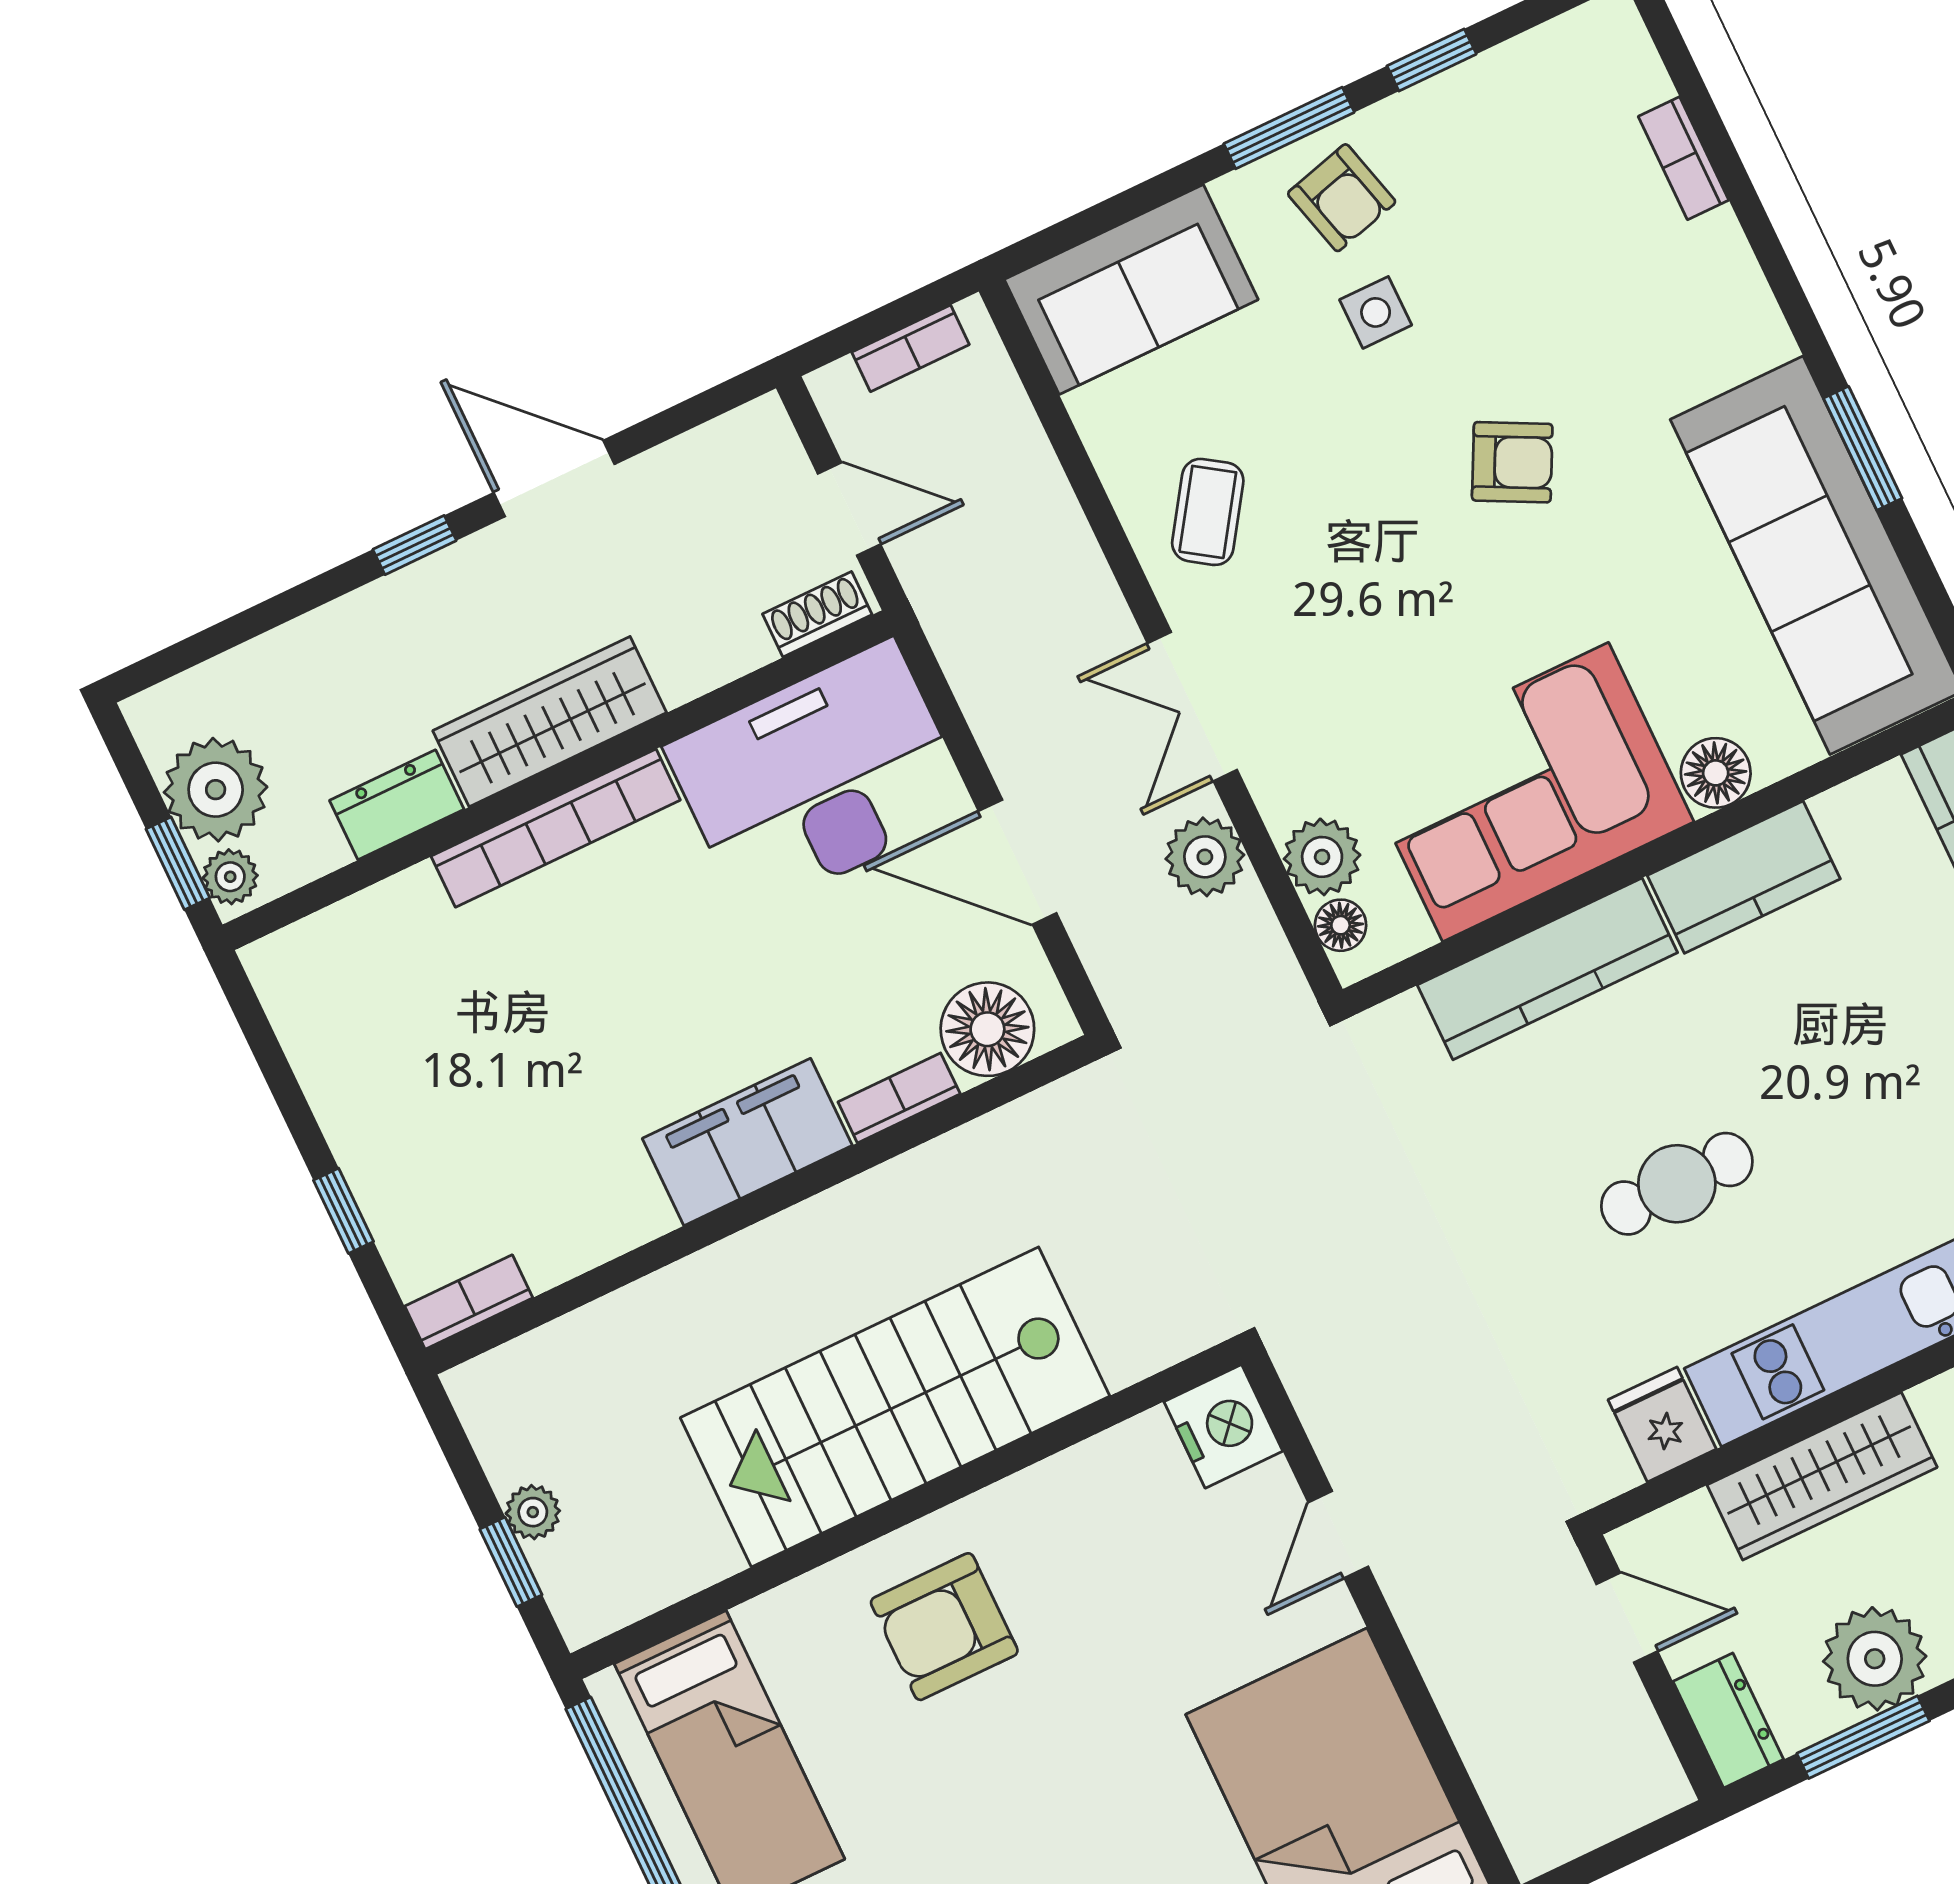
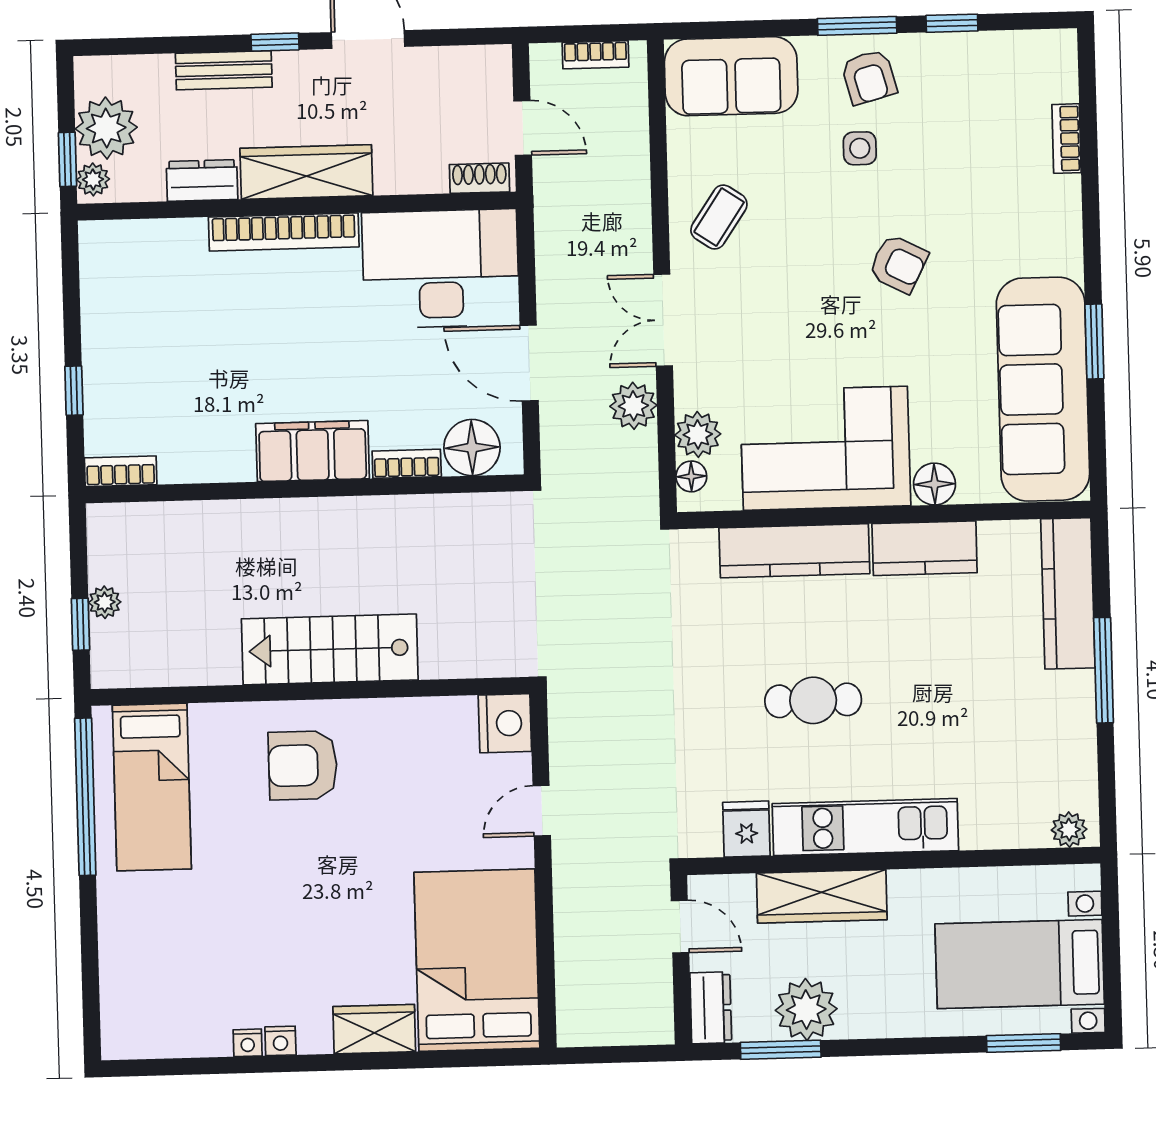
bench: (356, 623) -> (224, 70), added
stairs: (895, 1407) -> (330, 649), width x0.73, depth x0.66

